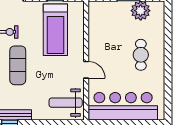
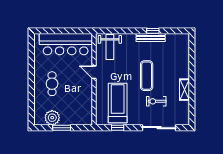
weight bench: (66, 103) -> (110, 47), turned 90

